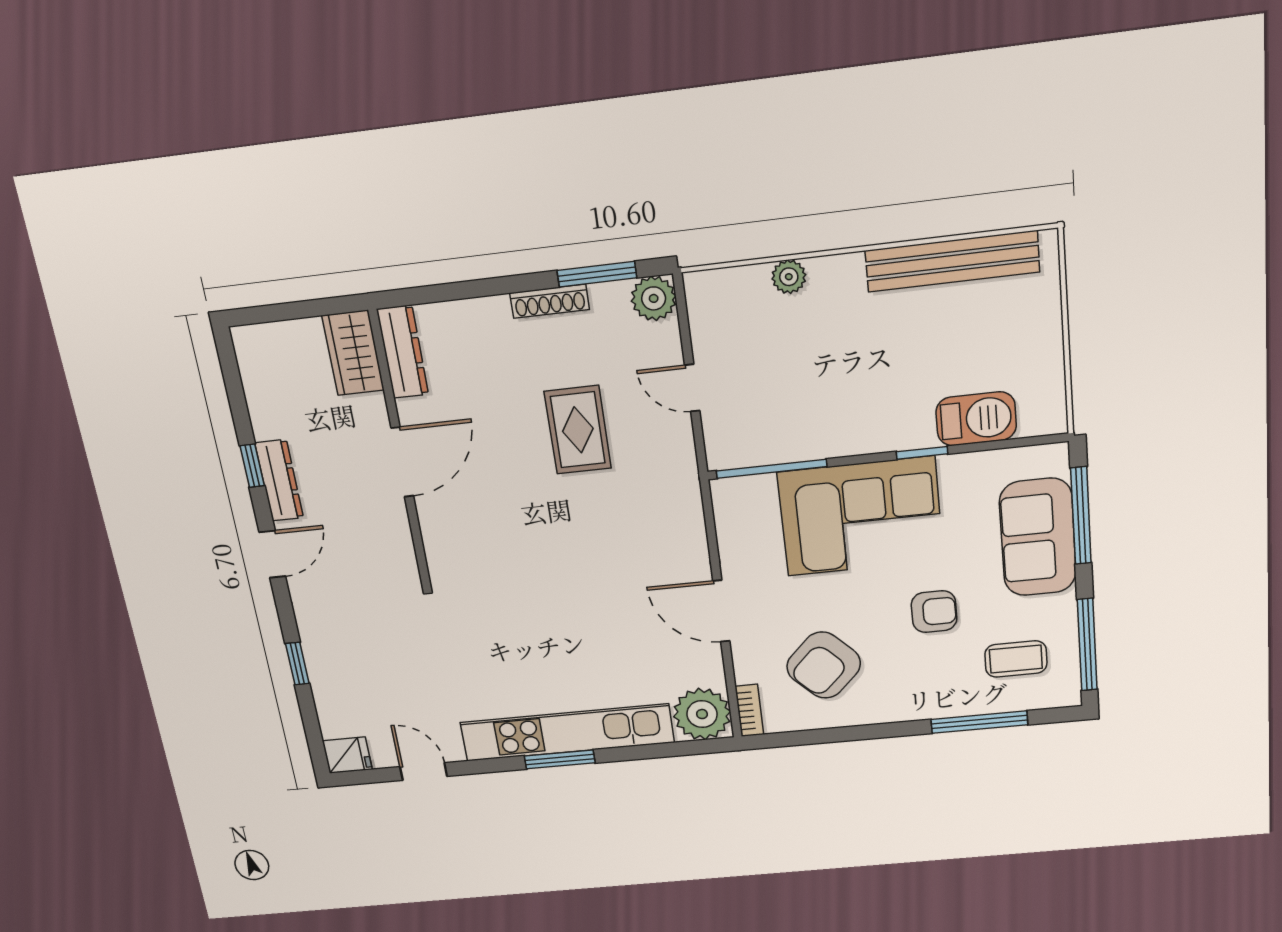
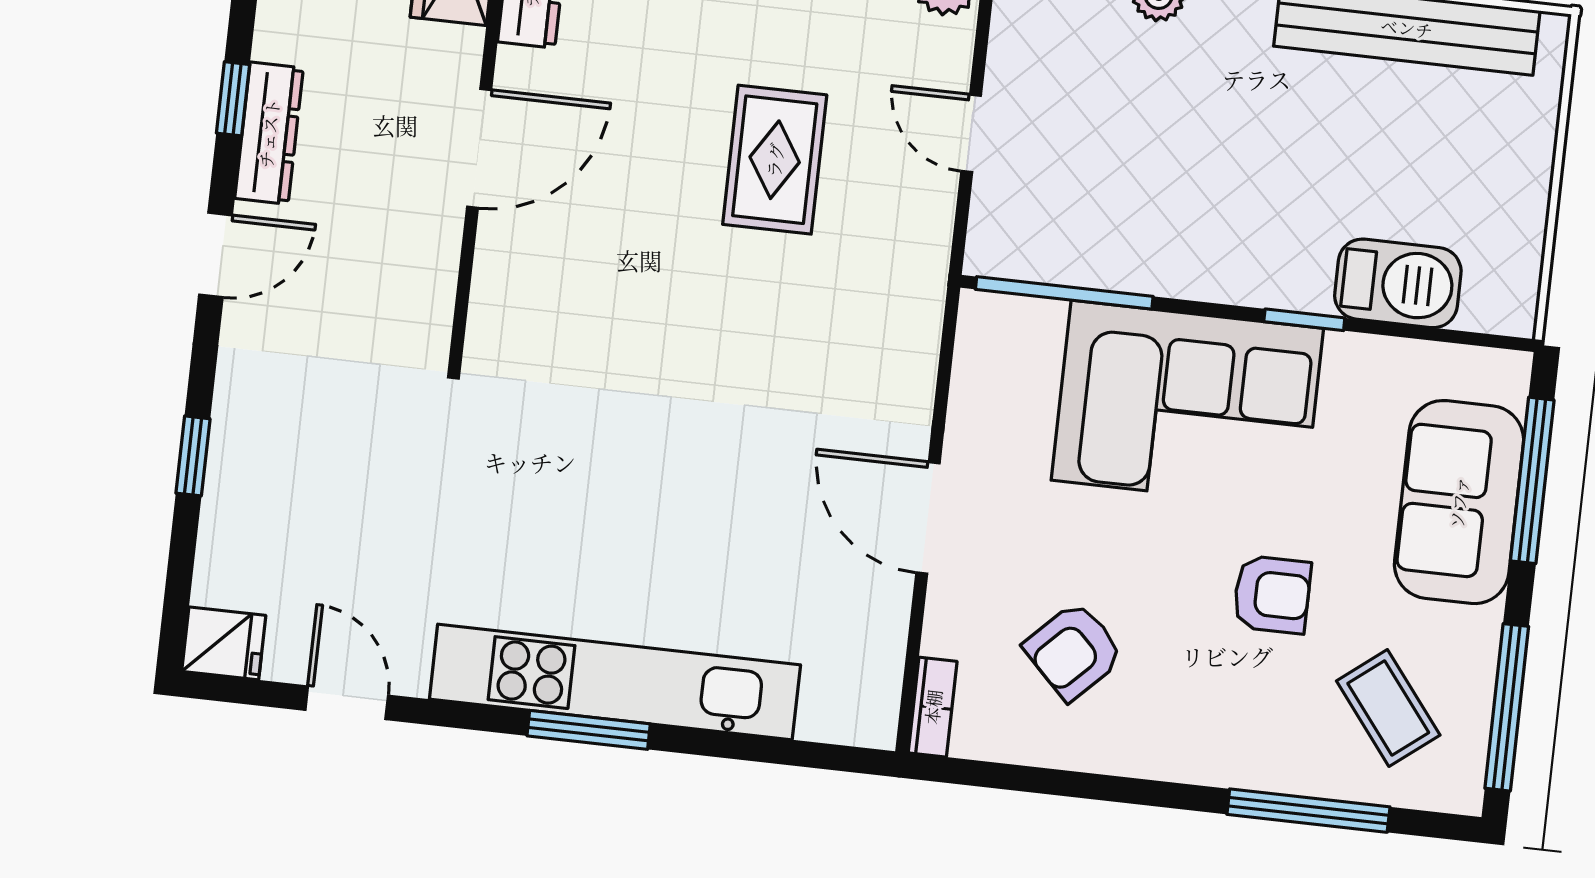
coffee table: (1016, 659) -> (1388, 708), turned 52
armchair: (824, 665) -> (1074, 651), width x0.72, depth x0.72
plant: (702, 714) -> (852, 697), removed

